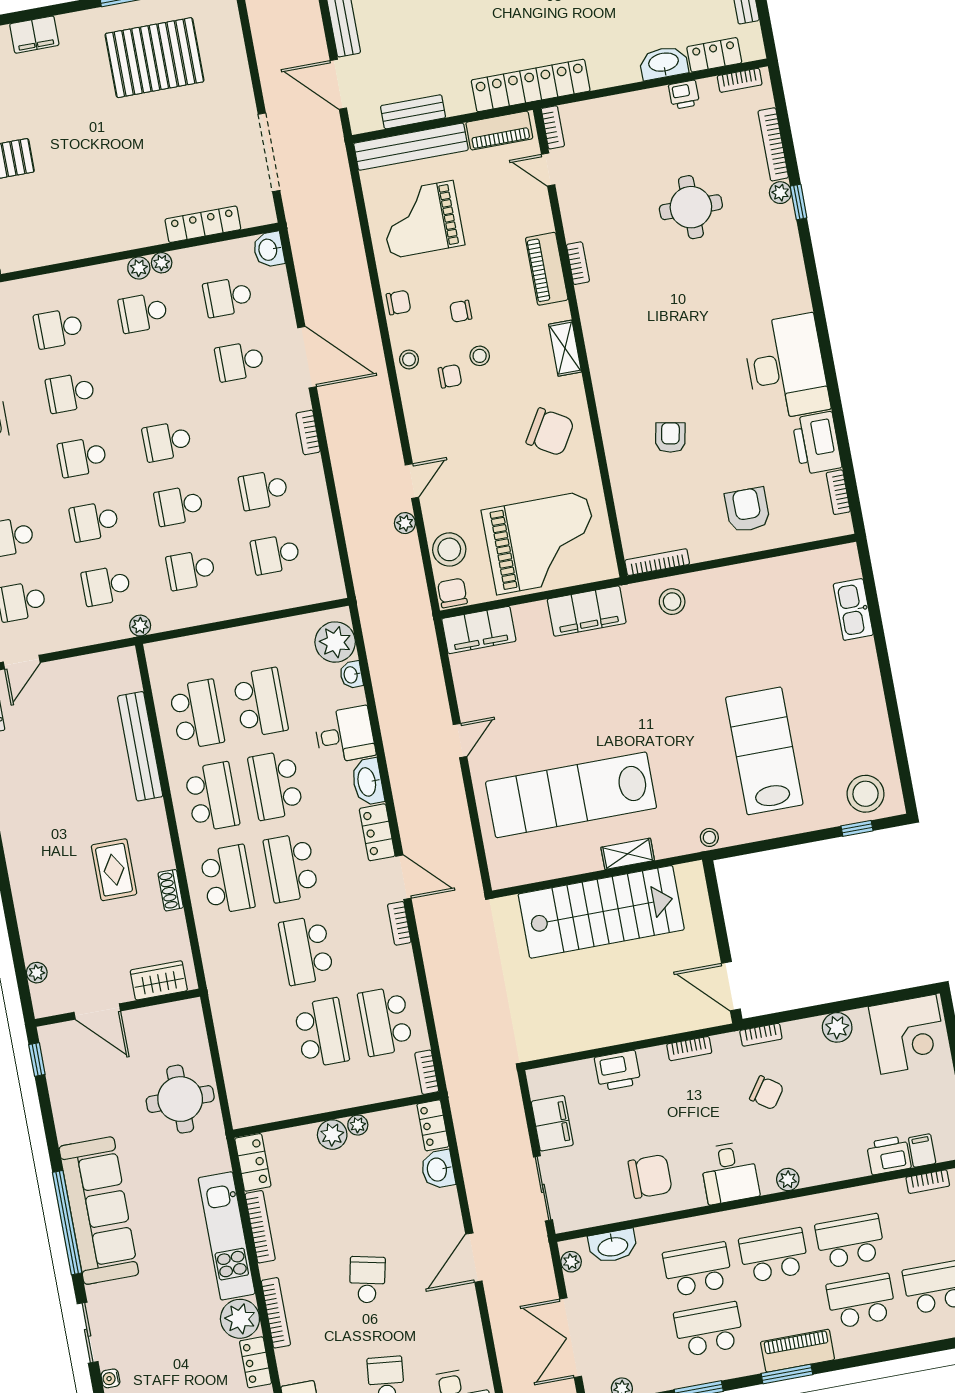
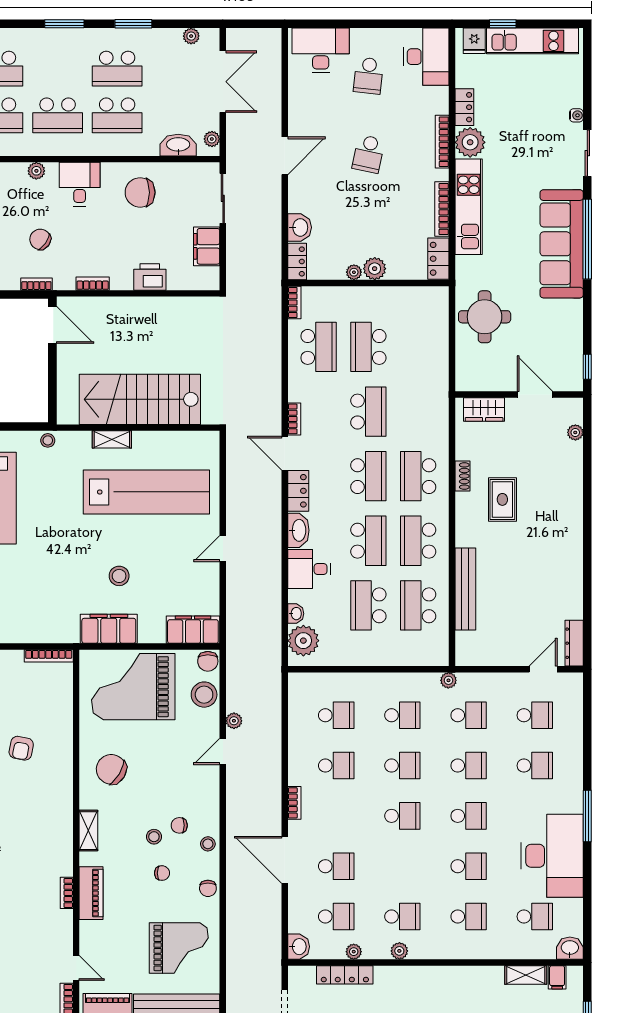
plant: (162, 263) -> (354, 952), moved
chair: (398, 303) -> (208, 888), turned -90
stool: (672, 602) -> (119, 576), moved
piano: (798, 1351) -> (53, 40), removed

